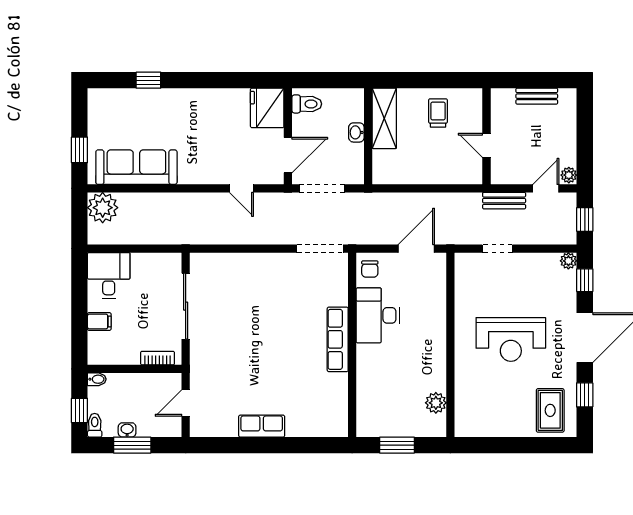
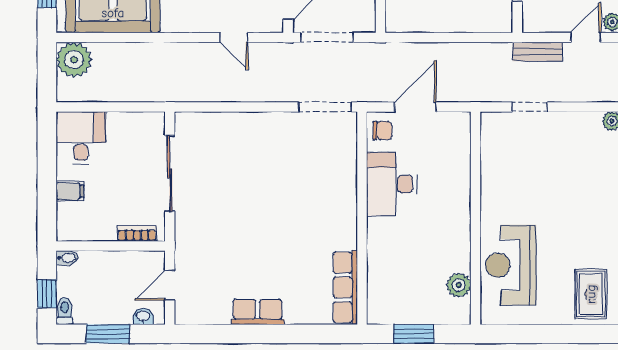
door: (416, 249) -> (415, 107), moved
chair: (370, 269) -> (382, 131), turned -90
row of seats: (338, 339) -> (345, 287), moved
reception desk: (511, 339) -> (511, 265), moved, turned 90
washbasin: (127, 430) -> (143, 316), moved

